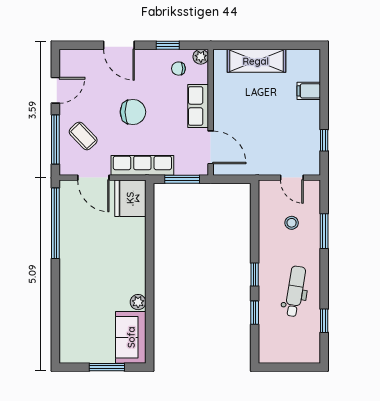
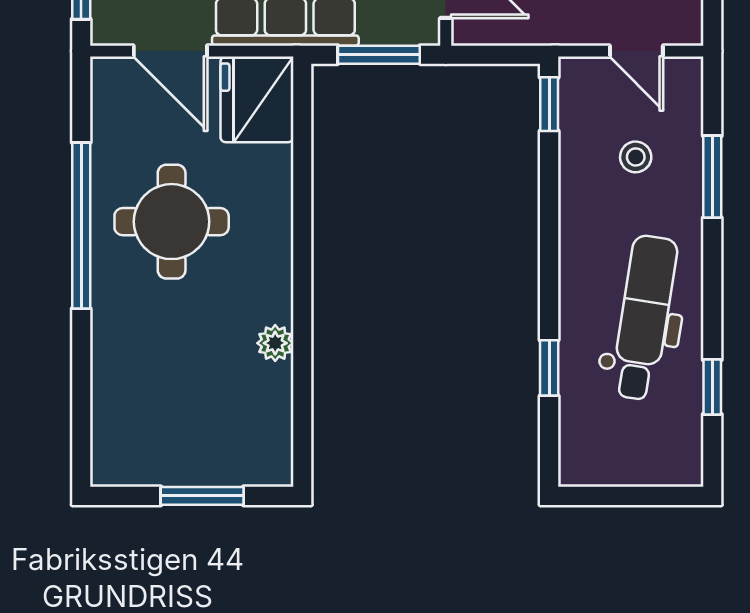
window: (55, 223) -> (81, 226), moved
round table: (94, 250) -> (172, 222), added
window: (255, 274) -> (549, 104), moved
dental chair: (295, 291) -> (644, 318), width x1.36, depth x1.38
sofa: (131, 337) -> (258, 426), removed

